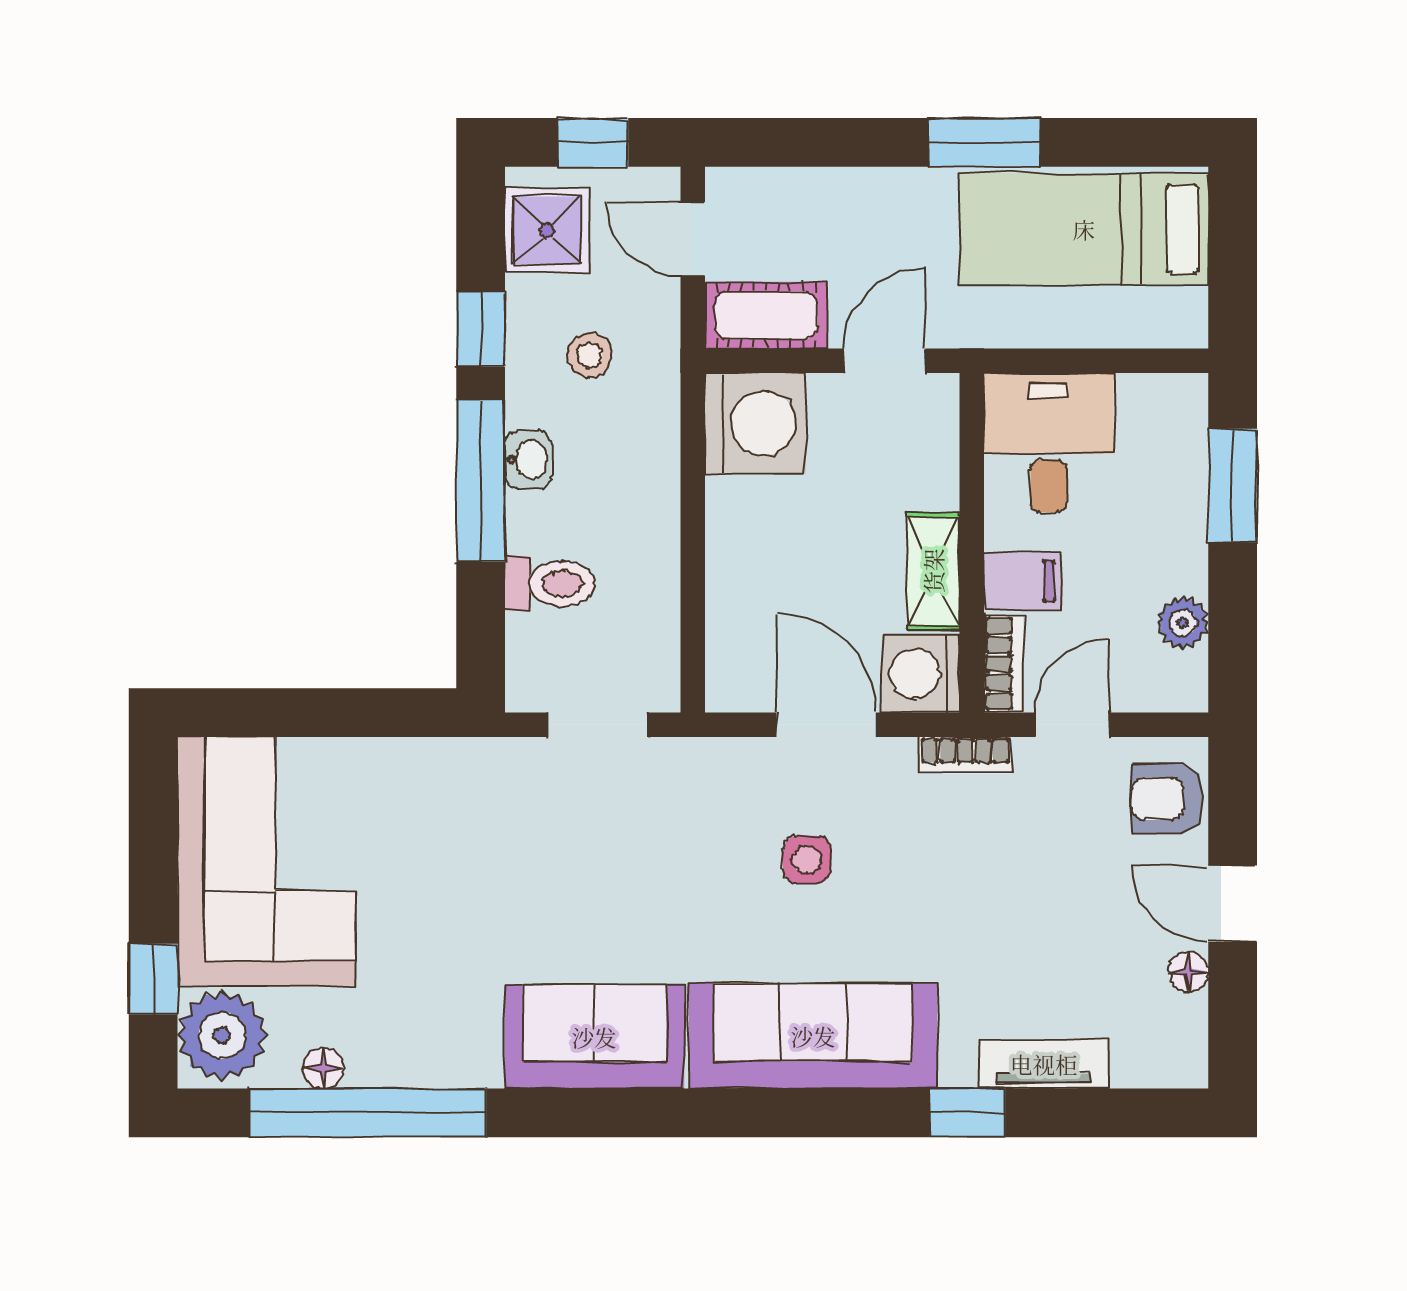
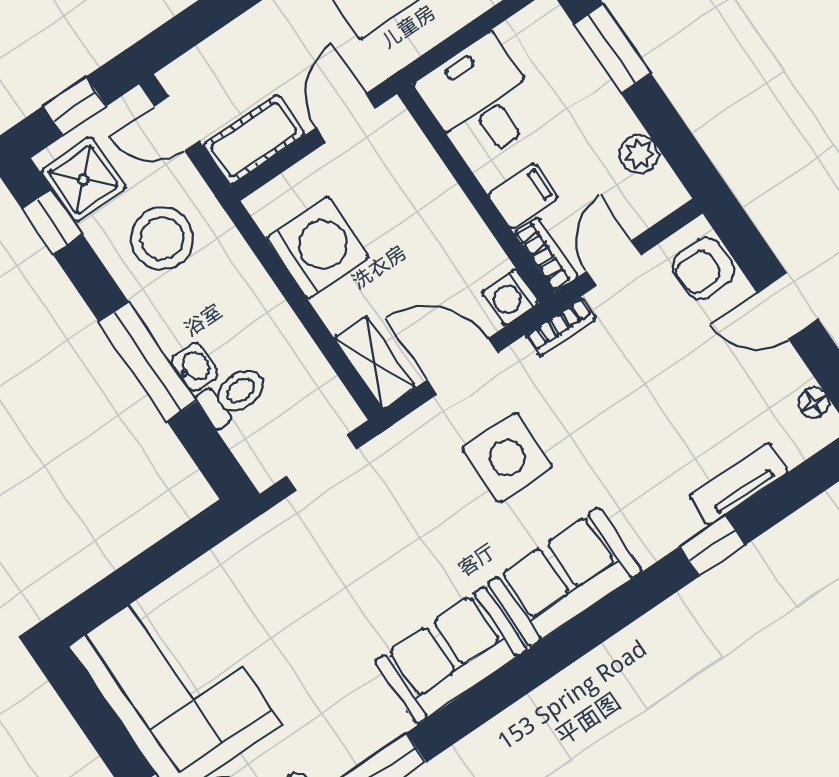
window: (481, 329) -> (52, 222), moved
stool: (590, 355) -> (162, 238), width x1.89, depth x1.89
washing machine: (755, 423) -> (318, 248), moved
washbasin: (528, 460) -> (194, 367), moved
shelving: (933, 571) -> (374, 363), moved
washing machine: (921, 674) -> (510, 297), width x0.73, depth x0.73
side table: (807, 860) -> (507, 458), width x1.87, depth x1.87
floor lamp: (1188, 972) -> (814, 403), moved
sofa: (813, 1036) -> (565, 577), width x0.73

